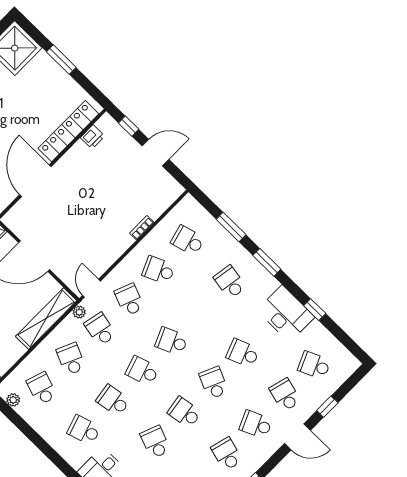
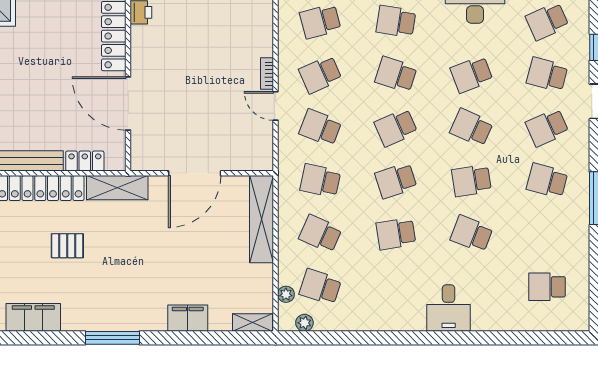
bookcase: (142, 228) -> (267, 74), moved
door: (92, 288) -> (276, 106), moved
plant: (79, 312) -> (286, 294), moved
school desk: (84, 430) -> (396, 74), moved, turned 36

